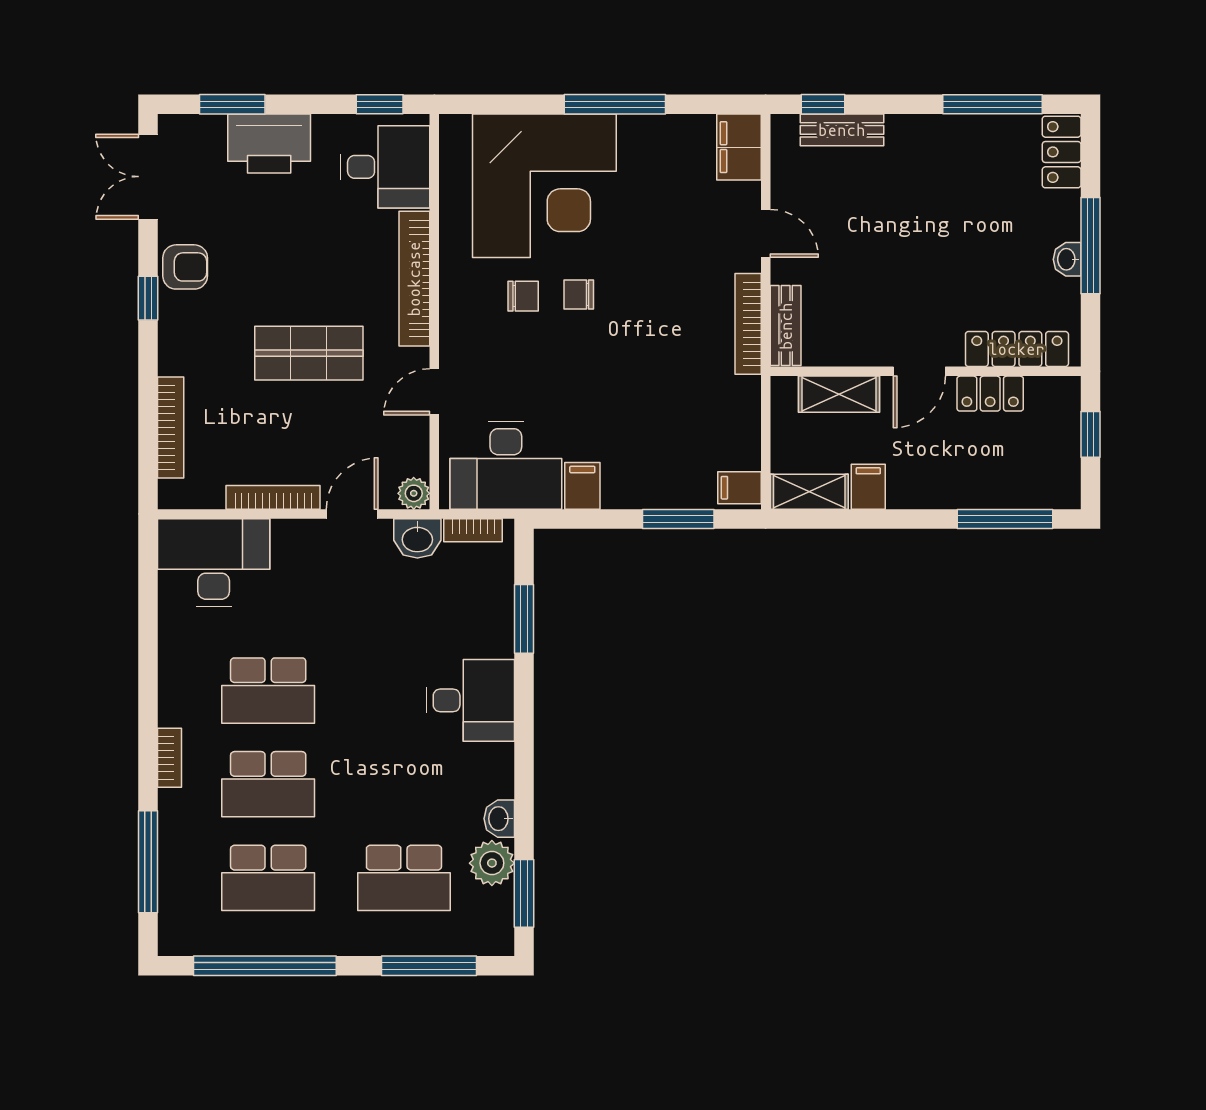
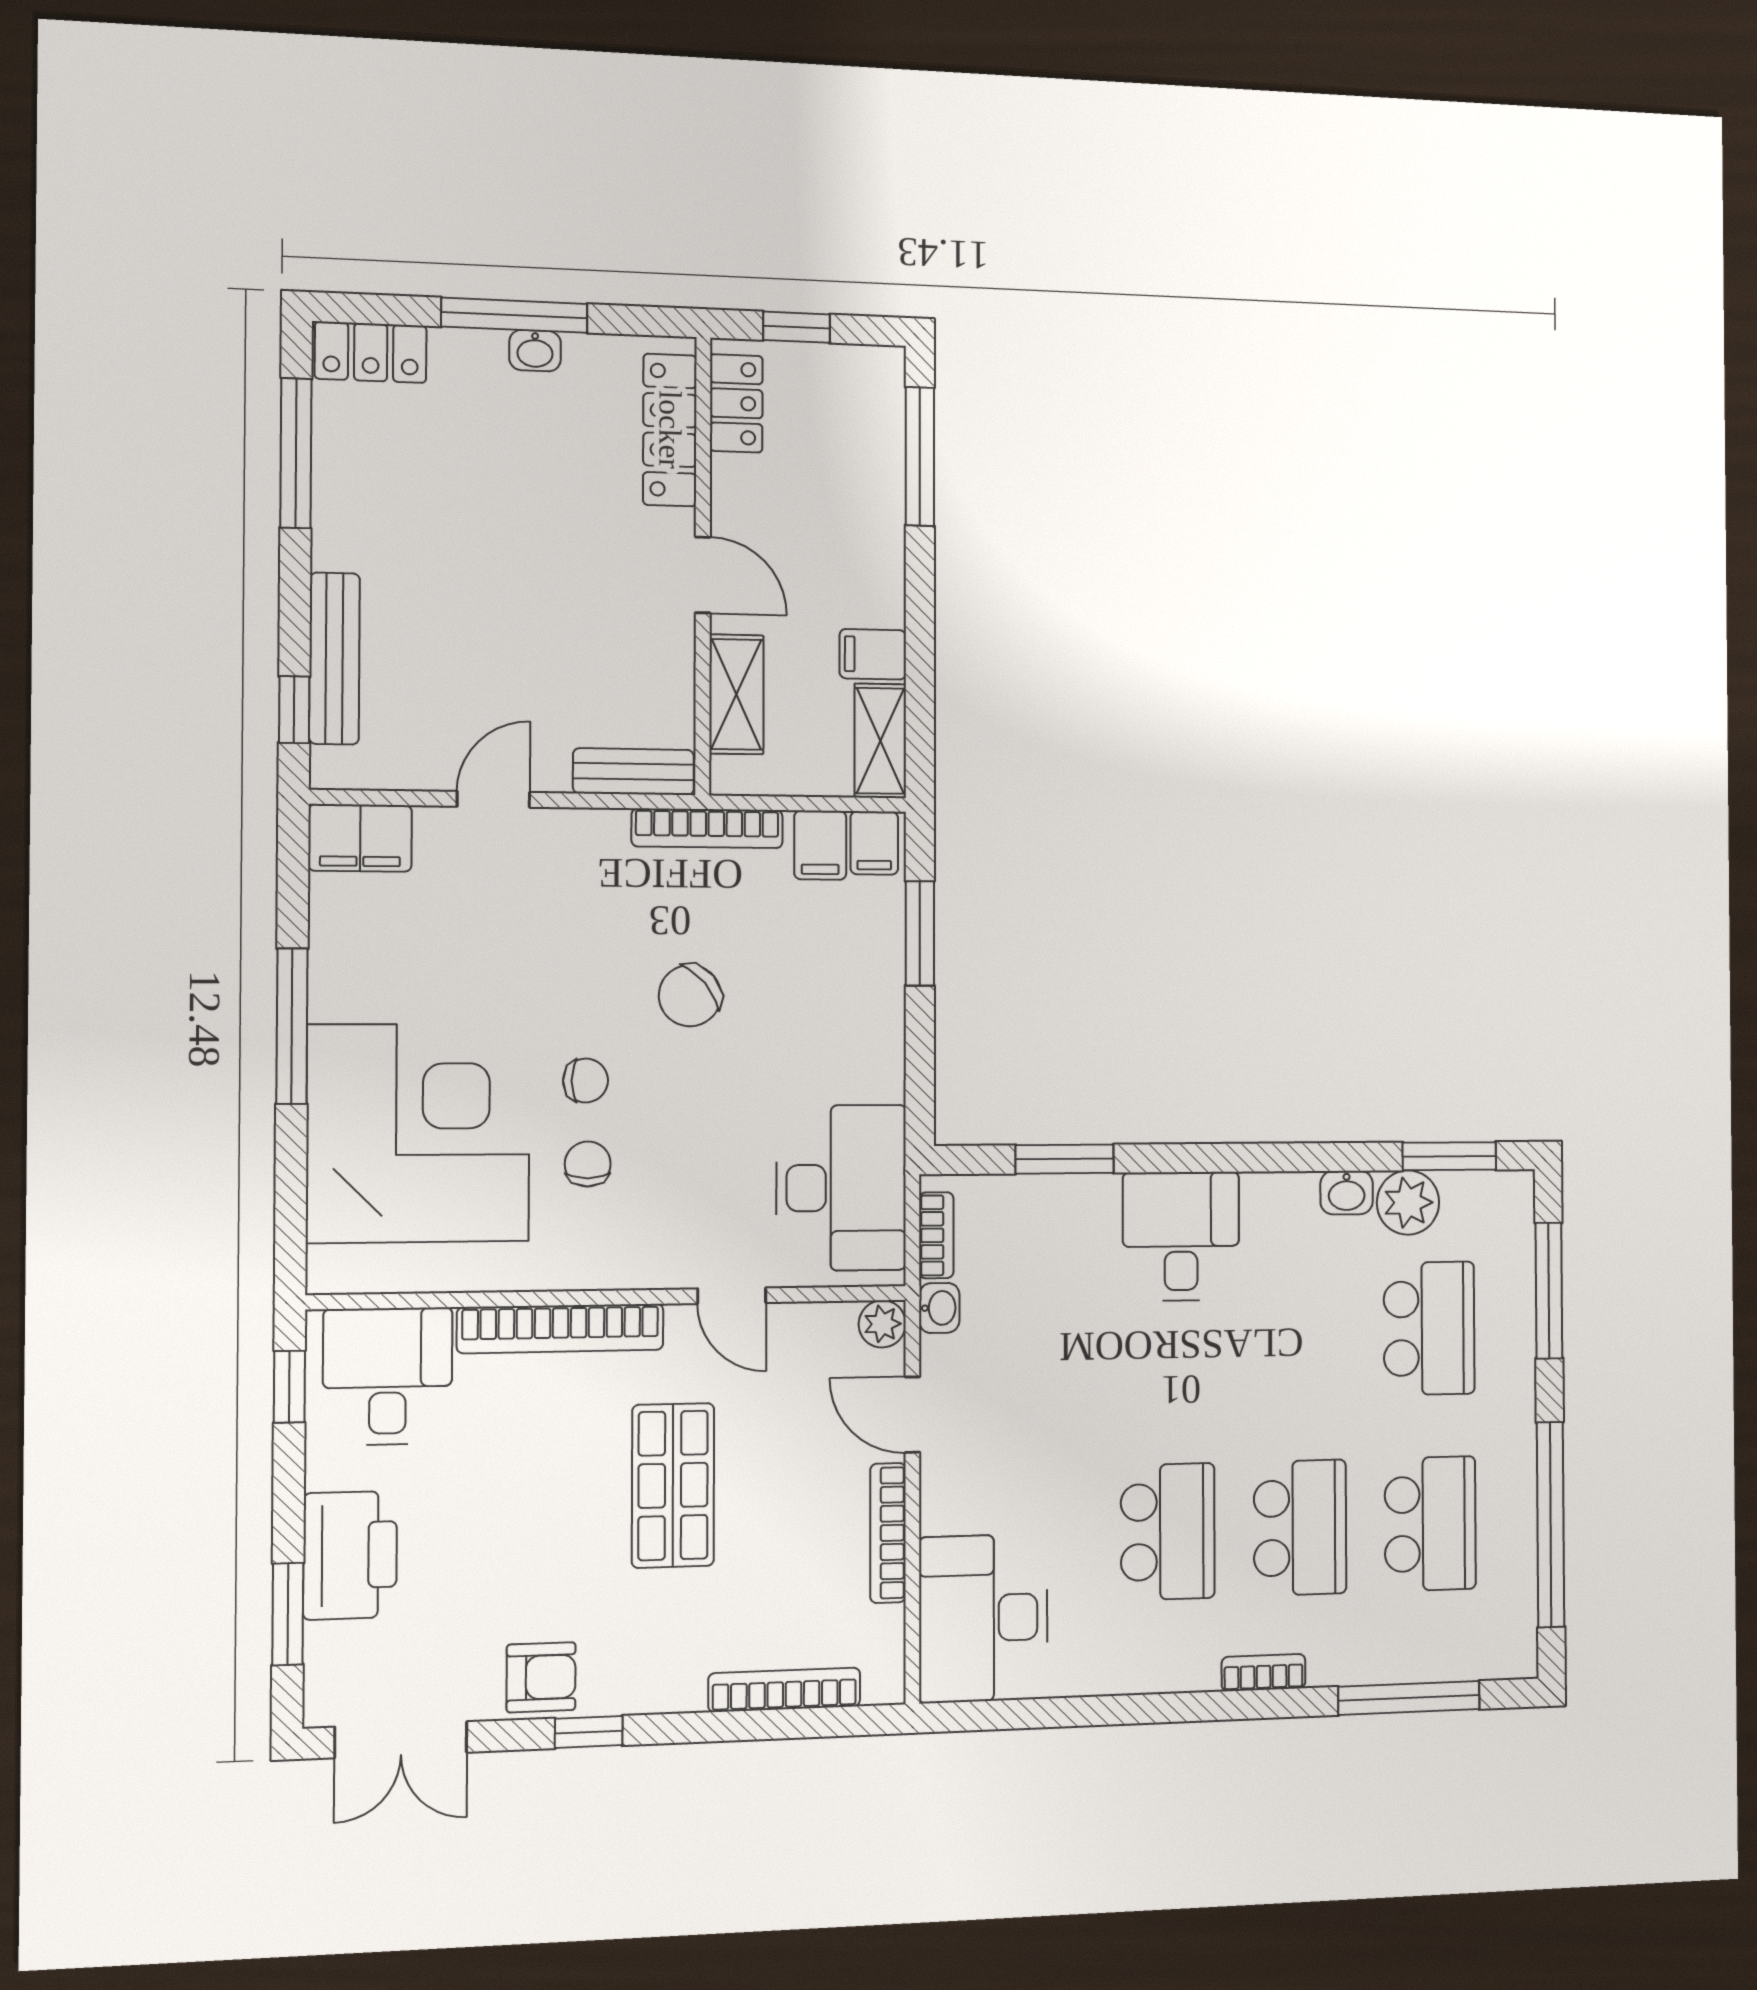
bench: (842, 130) -> (334, 659), width x1.36
armchair: (185, 267) -> (541, 1677), turned 90
chair: (579, 294) -> (586, 1081), turned -90
bookcase: (748, 324) -> (707, 828), moved
chair: (635, 363) -> (690, 996), added
locker: (990, 394) -> (736, 403), moved
filing cabinet: (582, 486) -> (820, 845), moved, turned -90
washbasin: (417, 538) -> (939, 1308), width x0.72, depth x0.69

